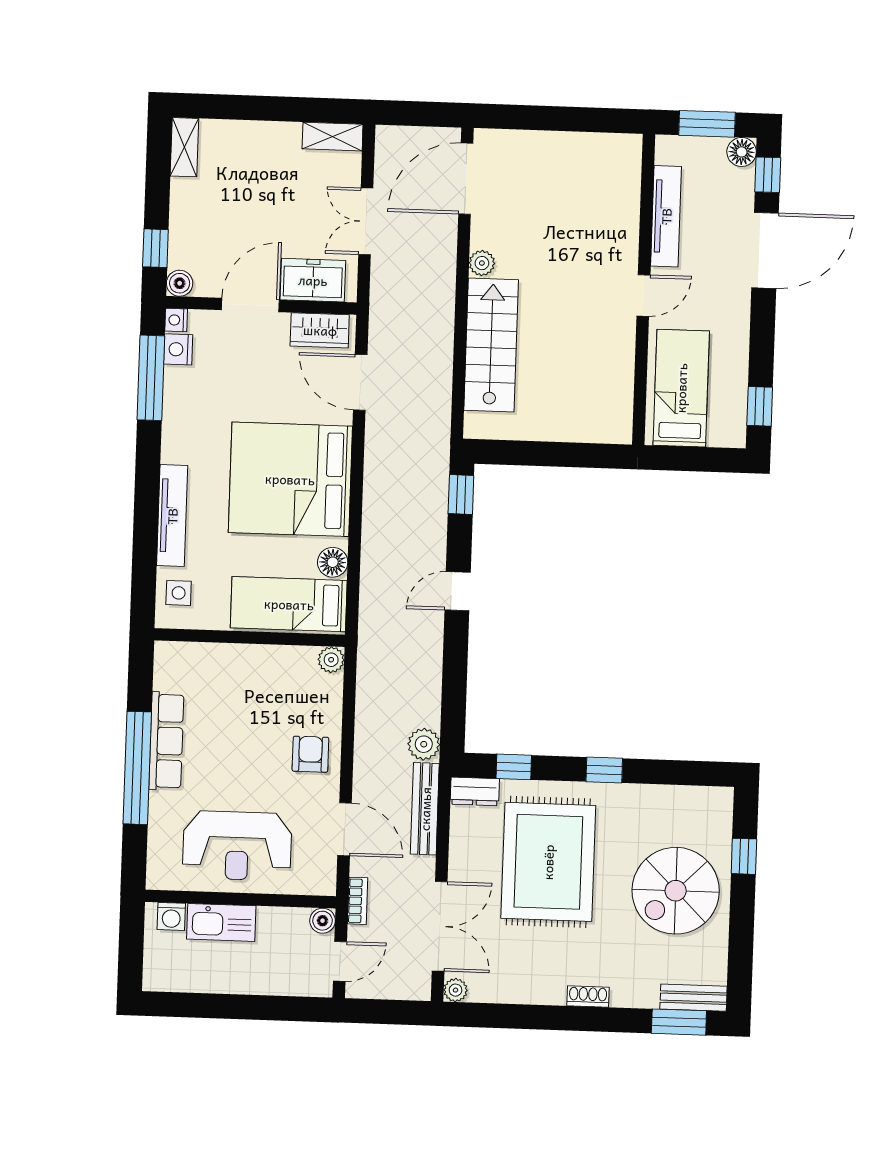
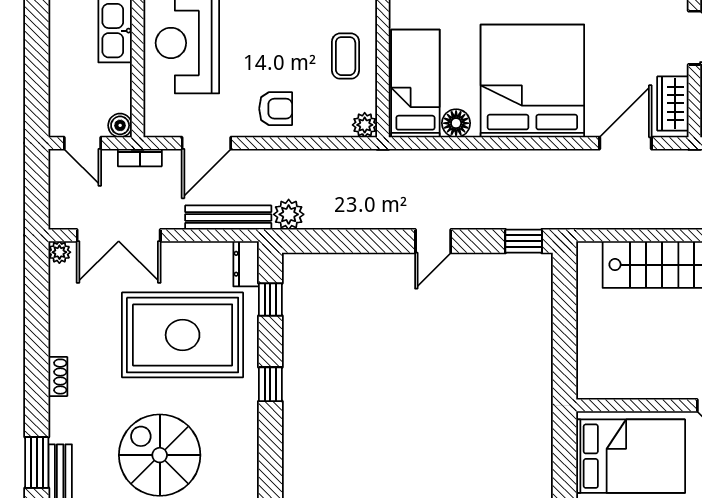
bed: (681, 388) -> (631, 456), width x1.50
door: (458, 591) -> (433, 241), swing flipped
coffee table: (257, 678) -> (346, 56), added

